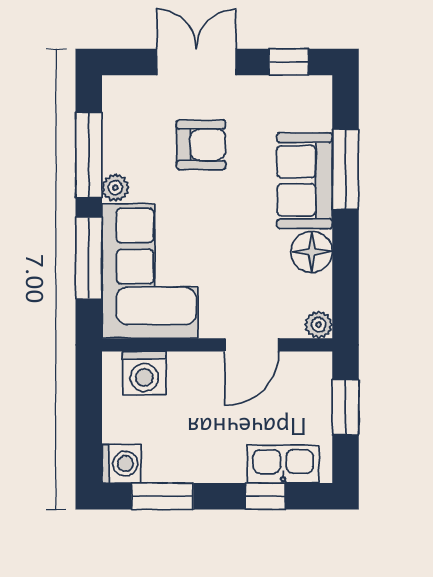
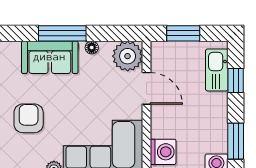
window: (345, 169) -> (62, 33), moved
floor lamp: (312, 252) -> (92, 48), width x0.53, depth x0.53
plant: (319, 325) -> (128, 56), width x1.88, depth x1.88

